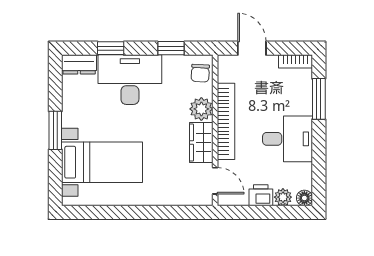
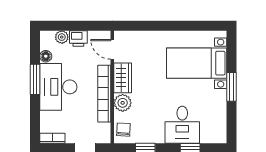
dresser: (79, 64) -> (214, 136), removed
desk: (130, 80) -> (182, 125), width x0.73
window: (319, 99) -> (35, 79), moved
desk: (288, 139) -> (58, 87), width x1.37
floor lamp: (304, 198) -> (46, 56), moved

